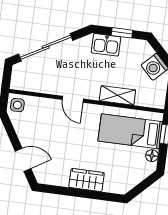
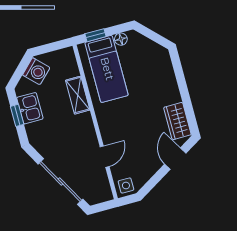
kitchen sink: (106, 45) -> (30, 108), moved
door: (73, 99) -> (105, 157), moved
wardrobe: (87, 180) -> (177, 121), moved

